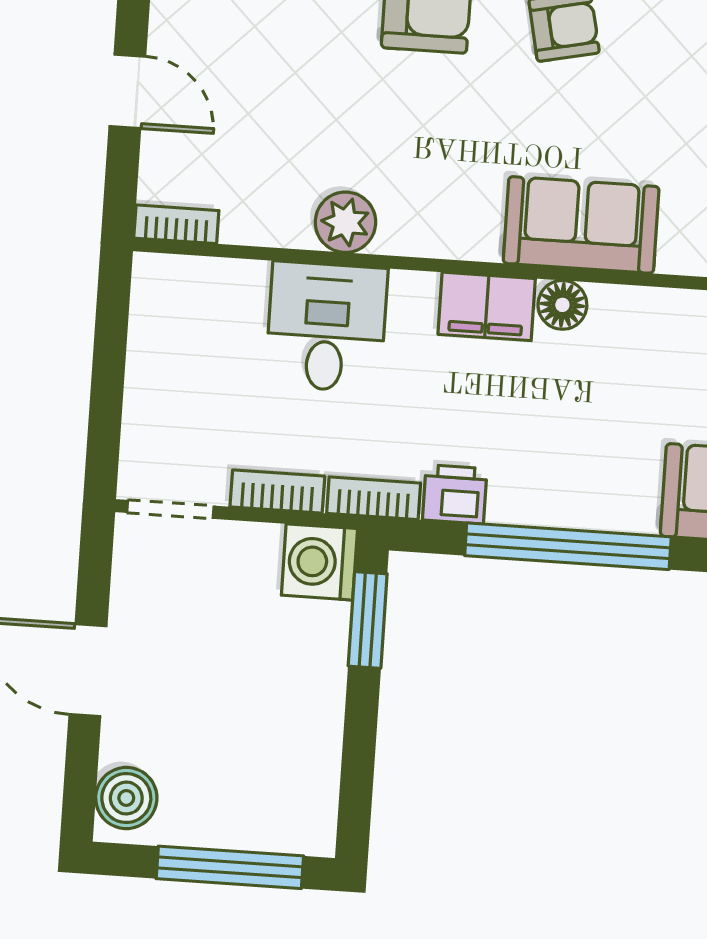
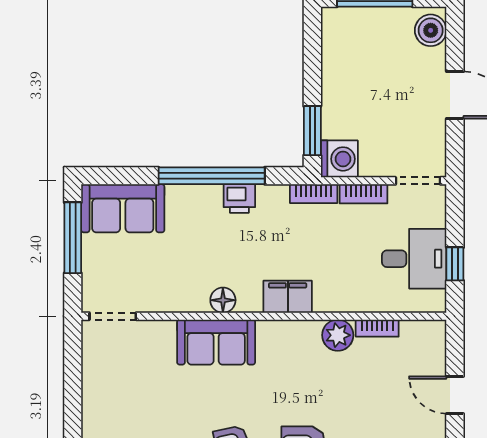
bookcase: (176, 224) -> (377, 328), moved
filing cabinet: (487, 306) -> (288, 297), moved
desk: (326, 327) -> (414, 259), moved, turned -90
window: (110, 344) -> (455, 264), added
printer: (455, 494) -> (239, 199), moved

